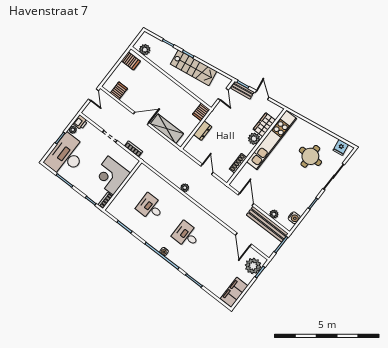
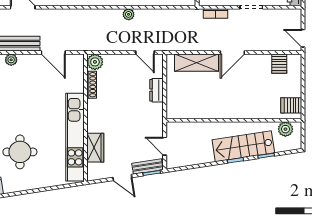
stairs: (194, 68) -> (243, 146), moved
server rack: (201, 112) -> (173, 109), removed
plant: (254, 139) -> (95, 62), moved
door: (207, 169) -> (145, 53), moved

